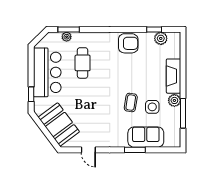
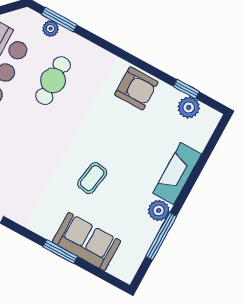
side table: (152, 107) -> (121, 202), removed

